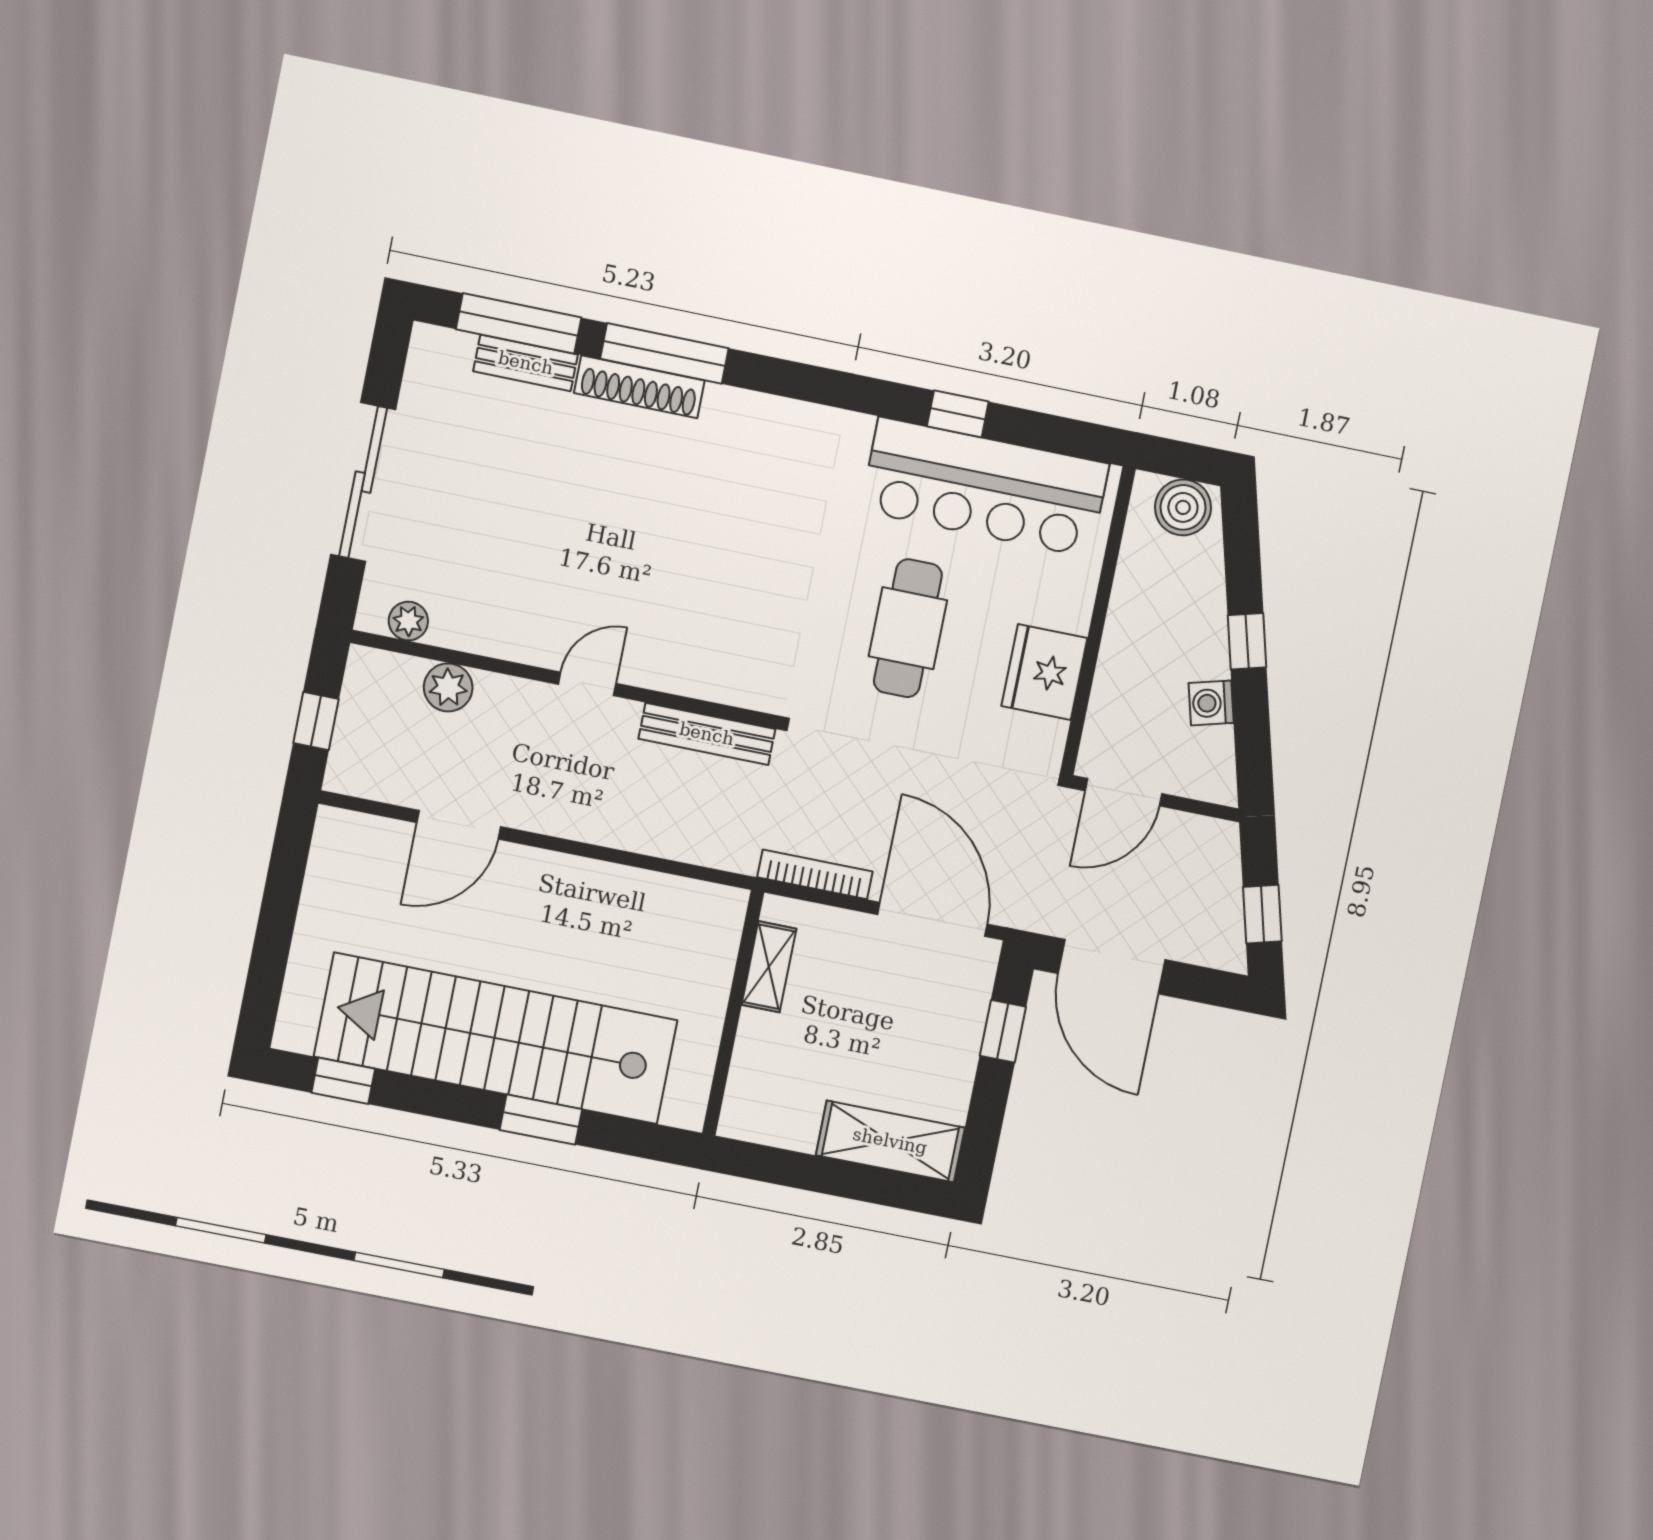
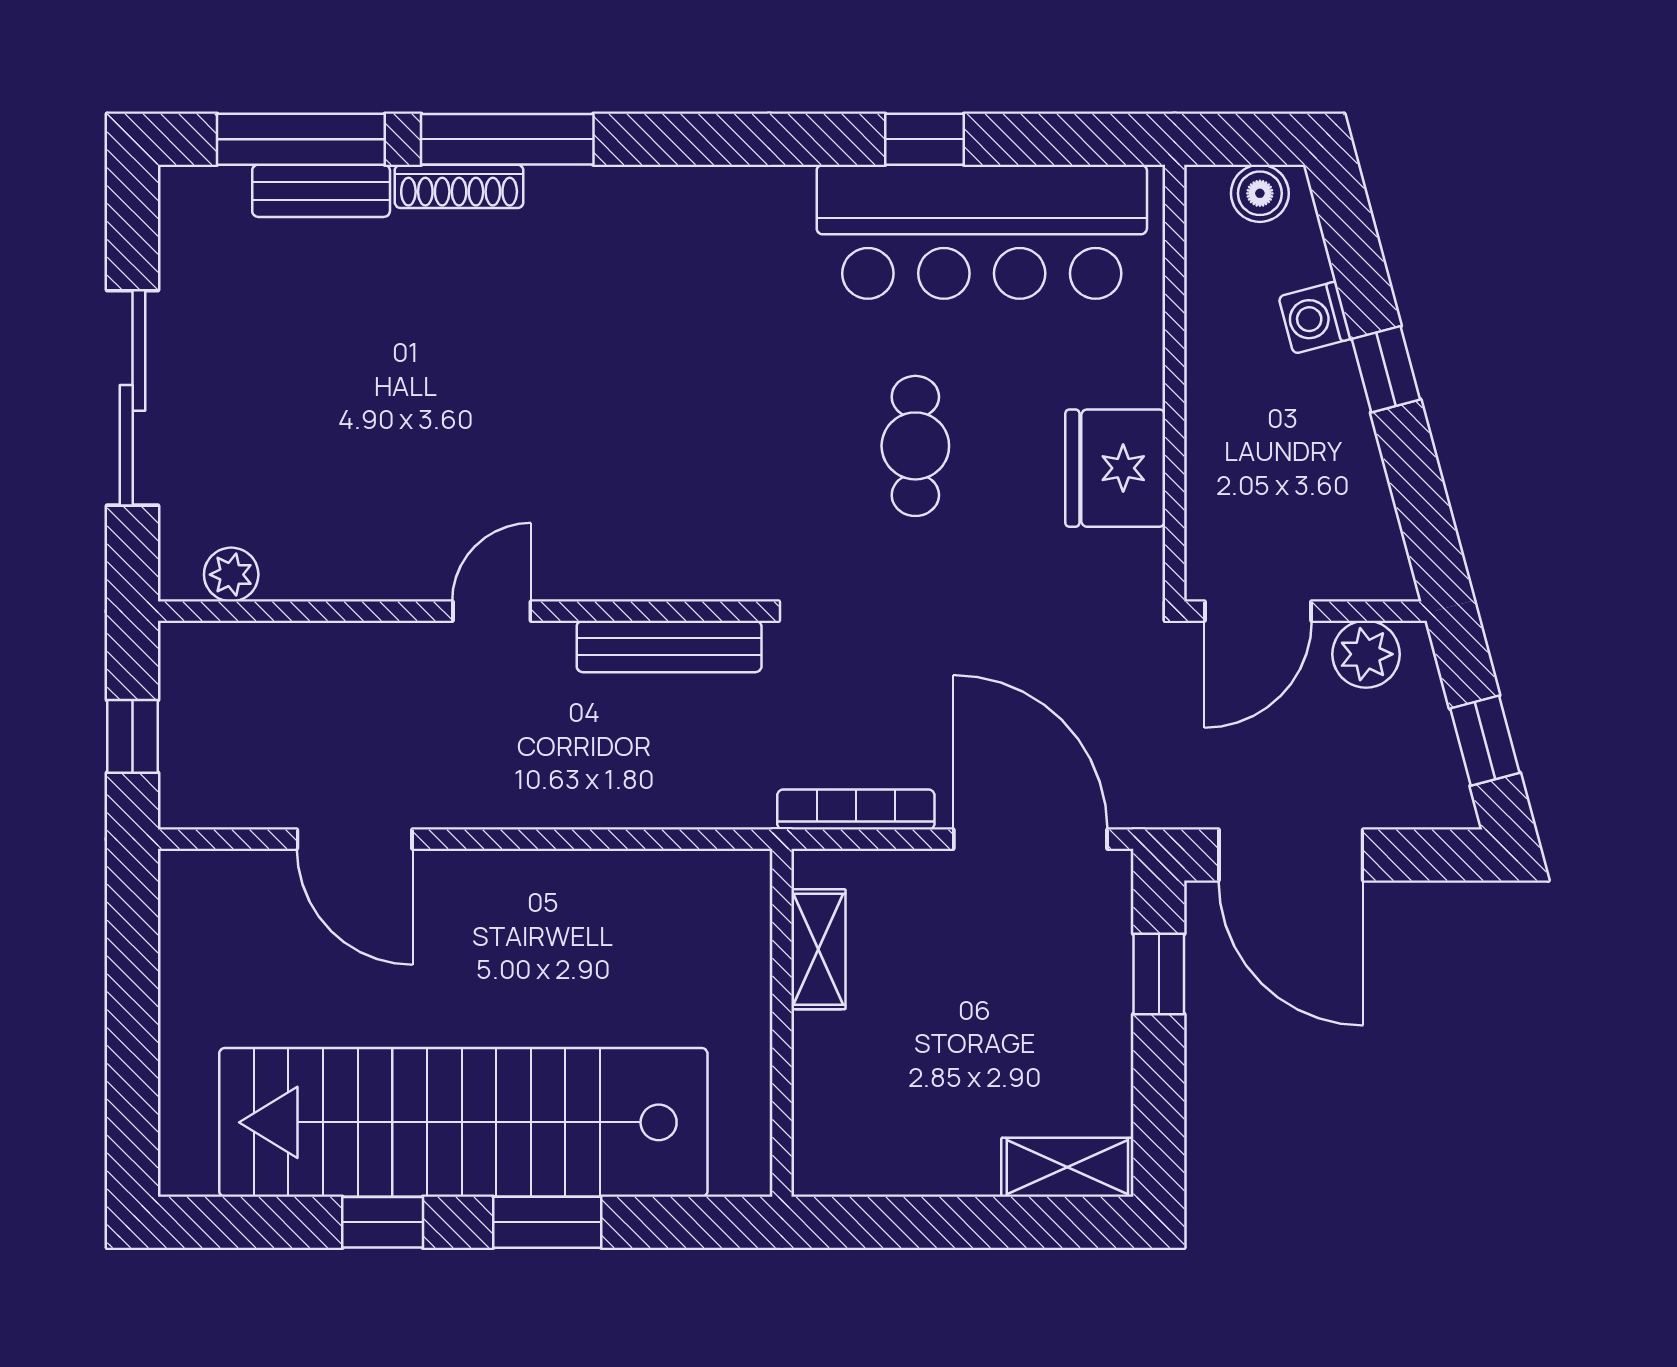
shoe rack: (639, 387) -> (459, 186), width x0.74, depth x0.81
boiler: (1183, 507) -> (1260, 193), width x0.73, depth x0.73
cafe table: (908, 628) -> (915, 446), width x0.73, depth x0.74
plant: (448, 687) -> (1366, 654), moved
washing machine: (1211, 703) -> (1315, 318), moved
door: (459, 825) -> (355, 839), hinge flipped
window: (343, 1081) -> (383, 1222), moved
shelving: (890, 1141) -> (1067, 1167), width x0.67, depth x0.75

